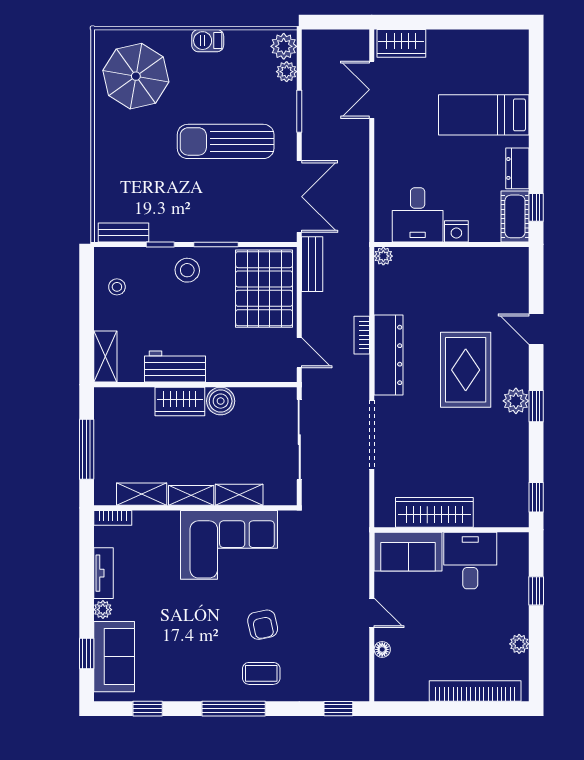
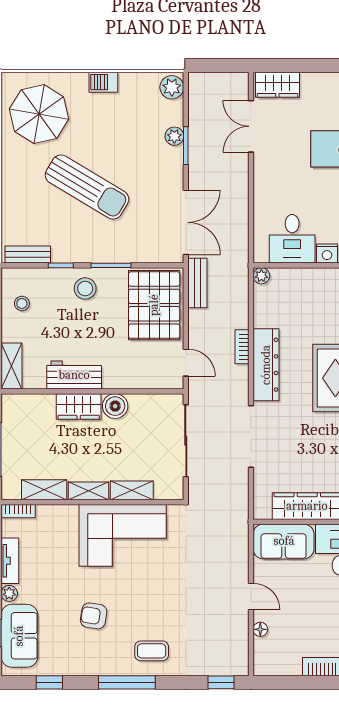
plant: (287, 72) -> (174, 136), moved
sun lounger: (226, 141) -> (87, 187), moved, turned -149
armchair: (263, 625) -> (94, 616), moved, turned 111

